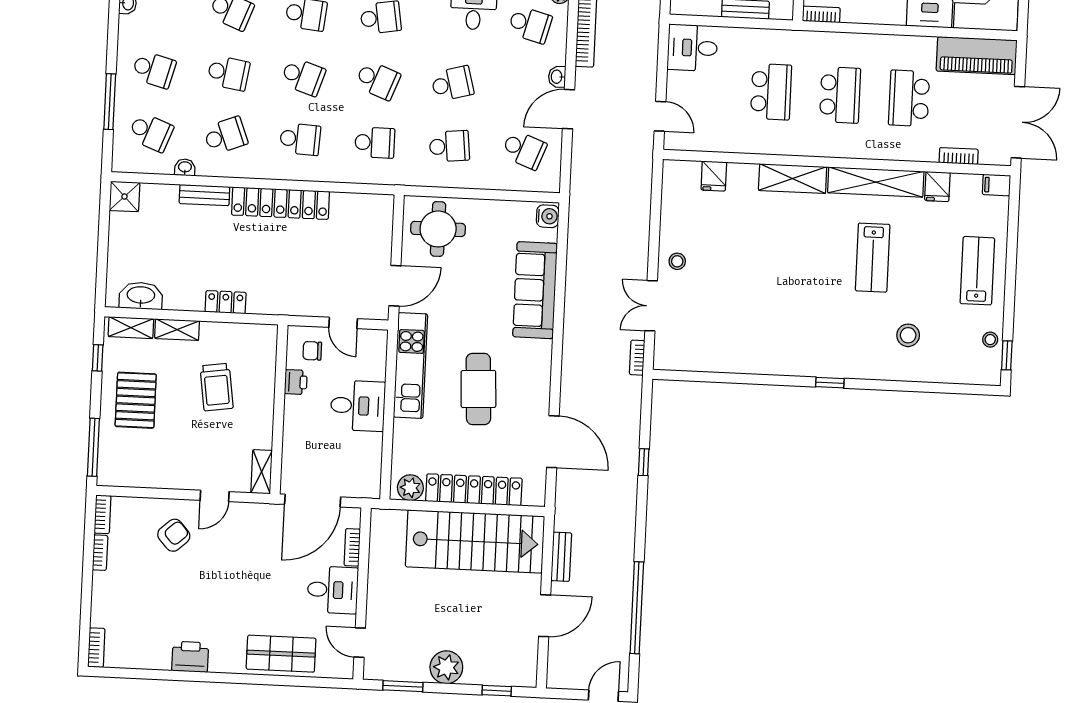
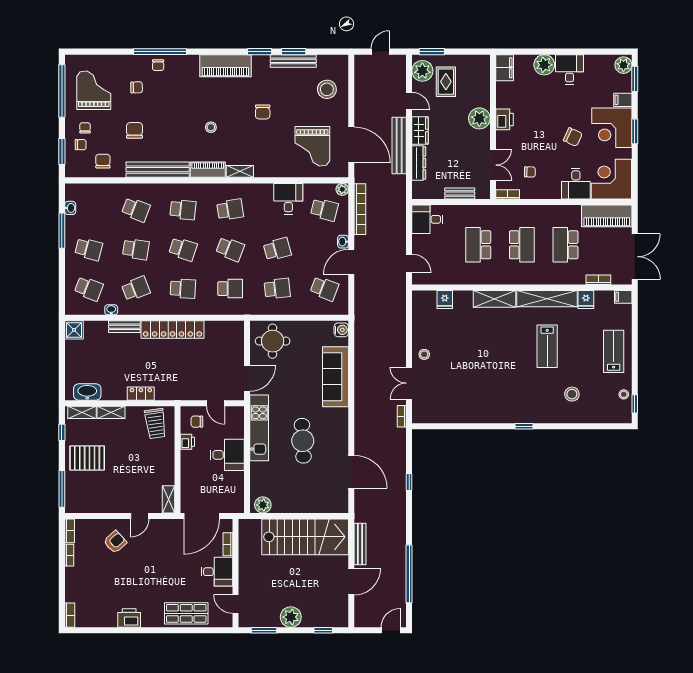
school desk: (771, 92) -> (478, 245), turned 180
window: (110, 102) -> (62, 231), moved
trolley: (217, 387) -> (155, 423), moved
pallet: (136, 400) -> (87, 458), turned 90
locker: (474, 490) -> (303, 504), removed
bench: (561, 557) -> (360, 544), width x1.36

